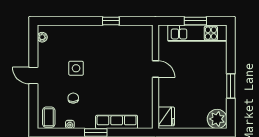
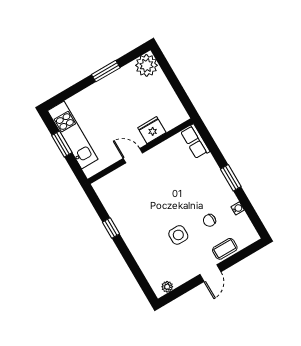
door: (155, 69) -> (133, 156), hinge flipped
fridge: (166, 116) -> (152, 130), moved
coffee table: (49, 117) -> (225, 249), moved
row of seats: (117, 122) -> (195, 141), moved, width x0.68

